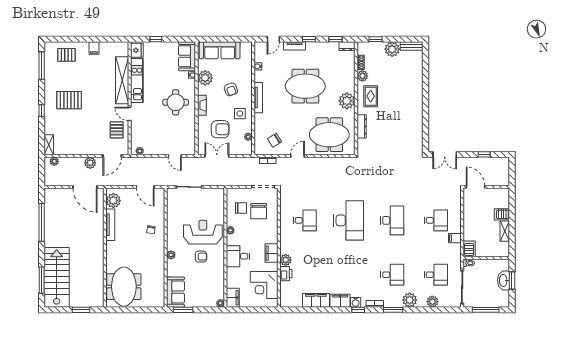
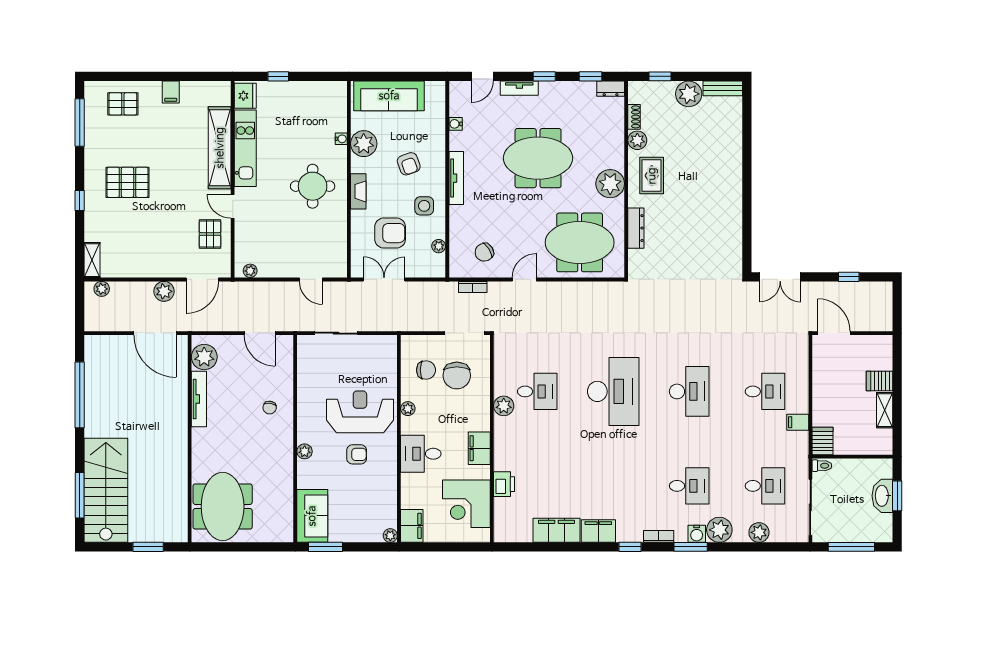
sofa: (187, 56) -> (332, 106), removed
plant: (286, 260) -> (504, 406), moved
water cooler: (356, 302) -> (697, 534), moved

